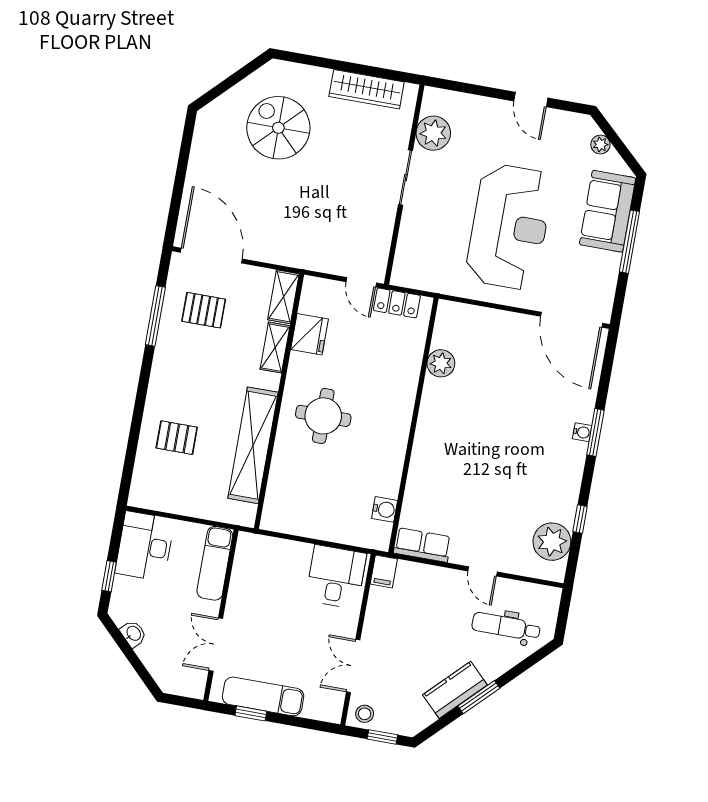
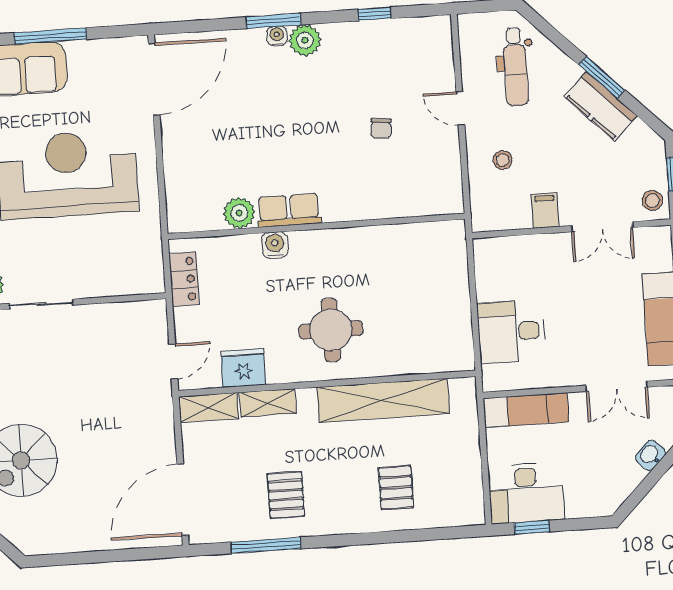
door: (361, 282) -> (173, 362), moved
pallet: (204, 310) -> (286, 495), moved
chair: (482, 500) -> (381, 128), added
water cooler: (385, 509) -> (275, 245), moved
plant: (552, 542) -> (305, 40), moved, width x0.73, depth x0.73
row of seats: (422, 545) -> (289, 210), moved, turned 90
filing cabinet: (384, 571) -> (545, 211), moved, turned -90
door: (483, 571) -> (460, 108), swing flipped
window: (109, 576) -> (532, 527), moved
desk: (336, 577) -> (511, 332), moved
stool: (430, 596) -> (503, 160), added
washbasin: (133, 634) -> (650, 455), moved

